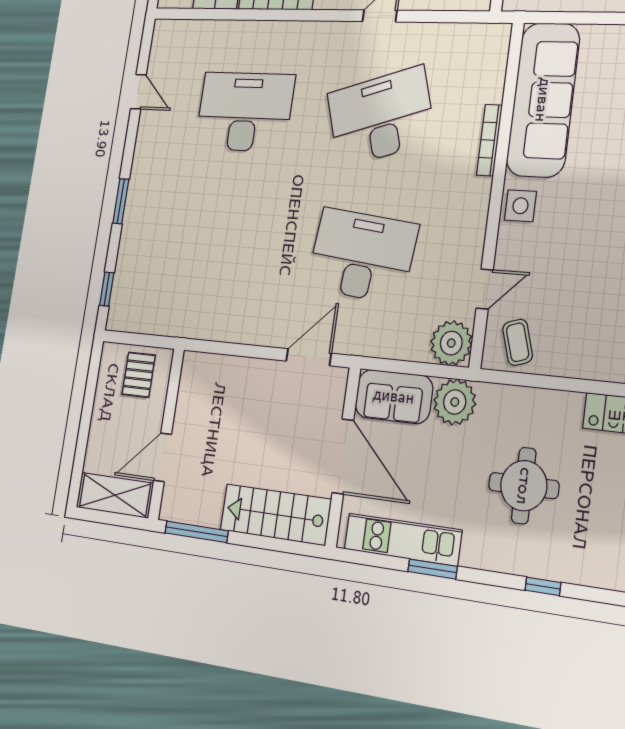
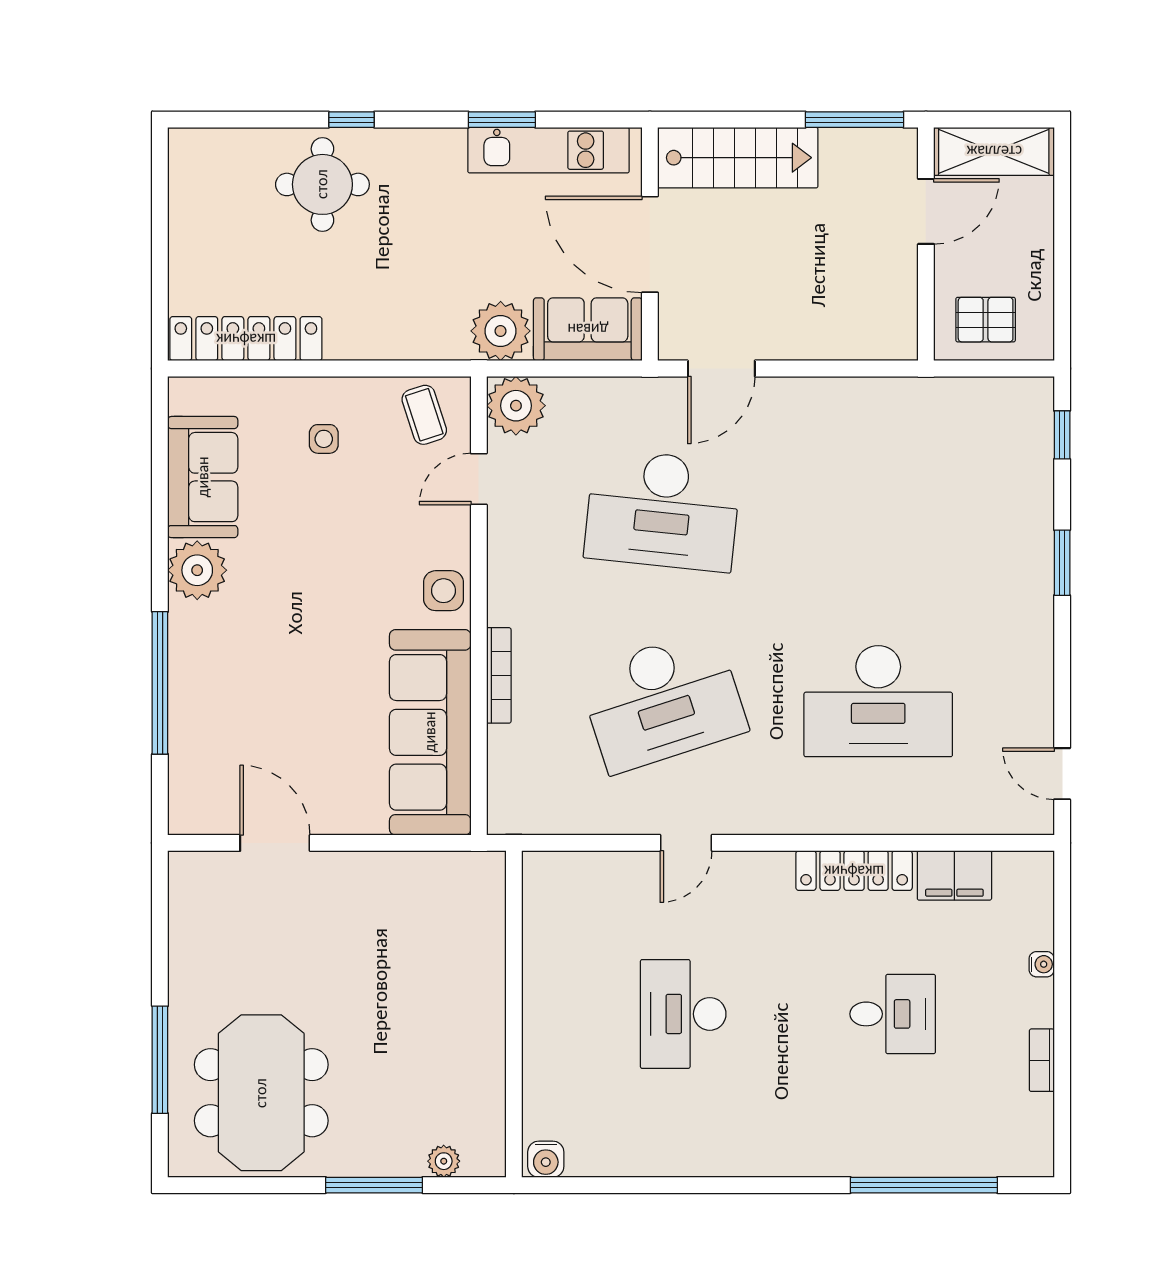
door: (138, 92) -> (1062, 774), moved
side table: (594, 330) -> (324, 439), added
pallet: (139, 375) -> (986, 320), turned 90
round table: (524, 486) -> (322, 184), moved

